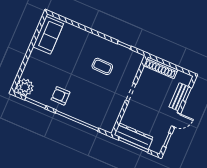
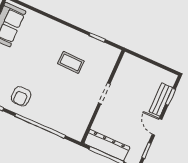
shoe rack: (161, 68) -> (140, 65), removed
armchair: (60, 96) -> (21, 96), turned -90
door: (176, 120) -> (157, 127), swing flipped

